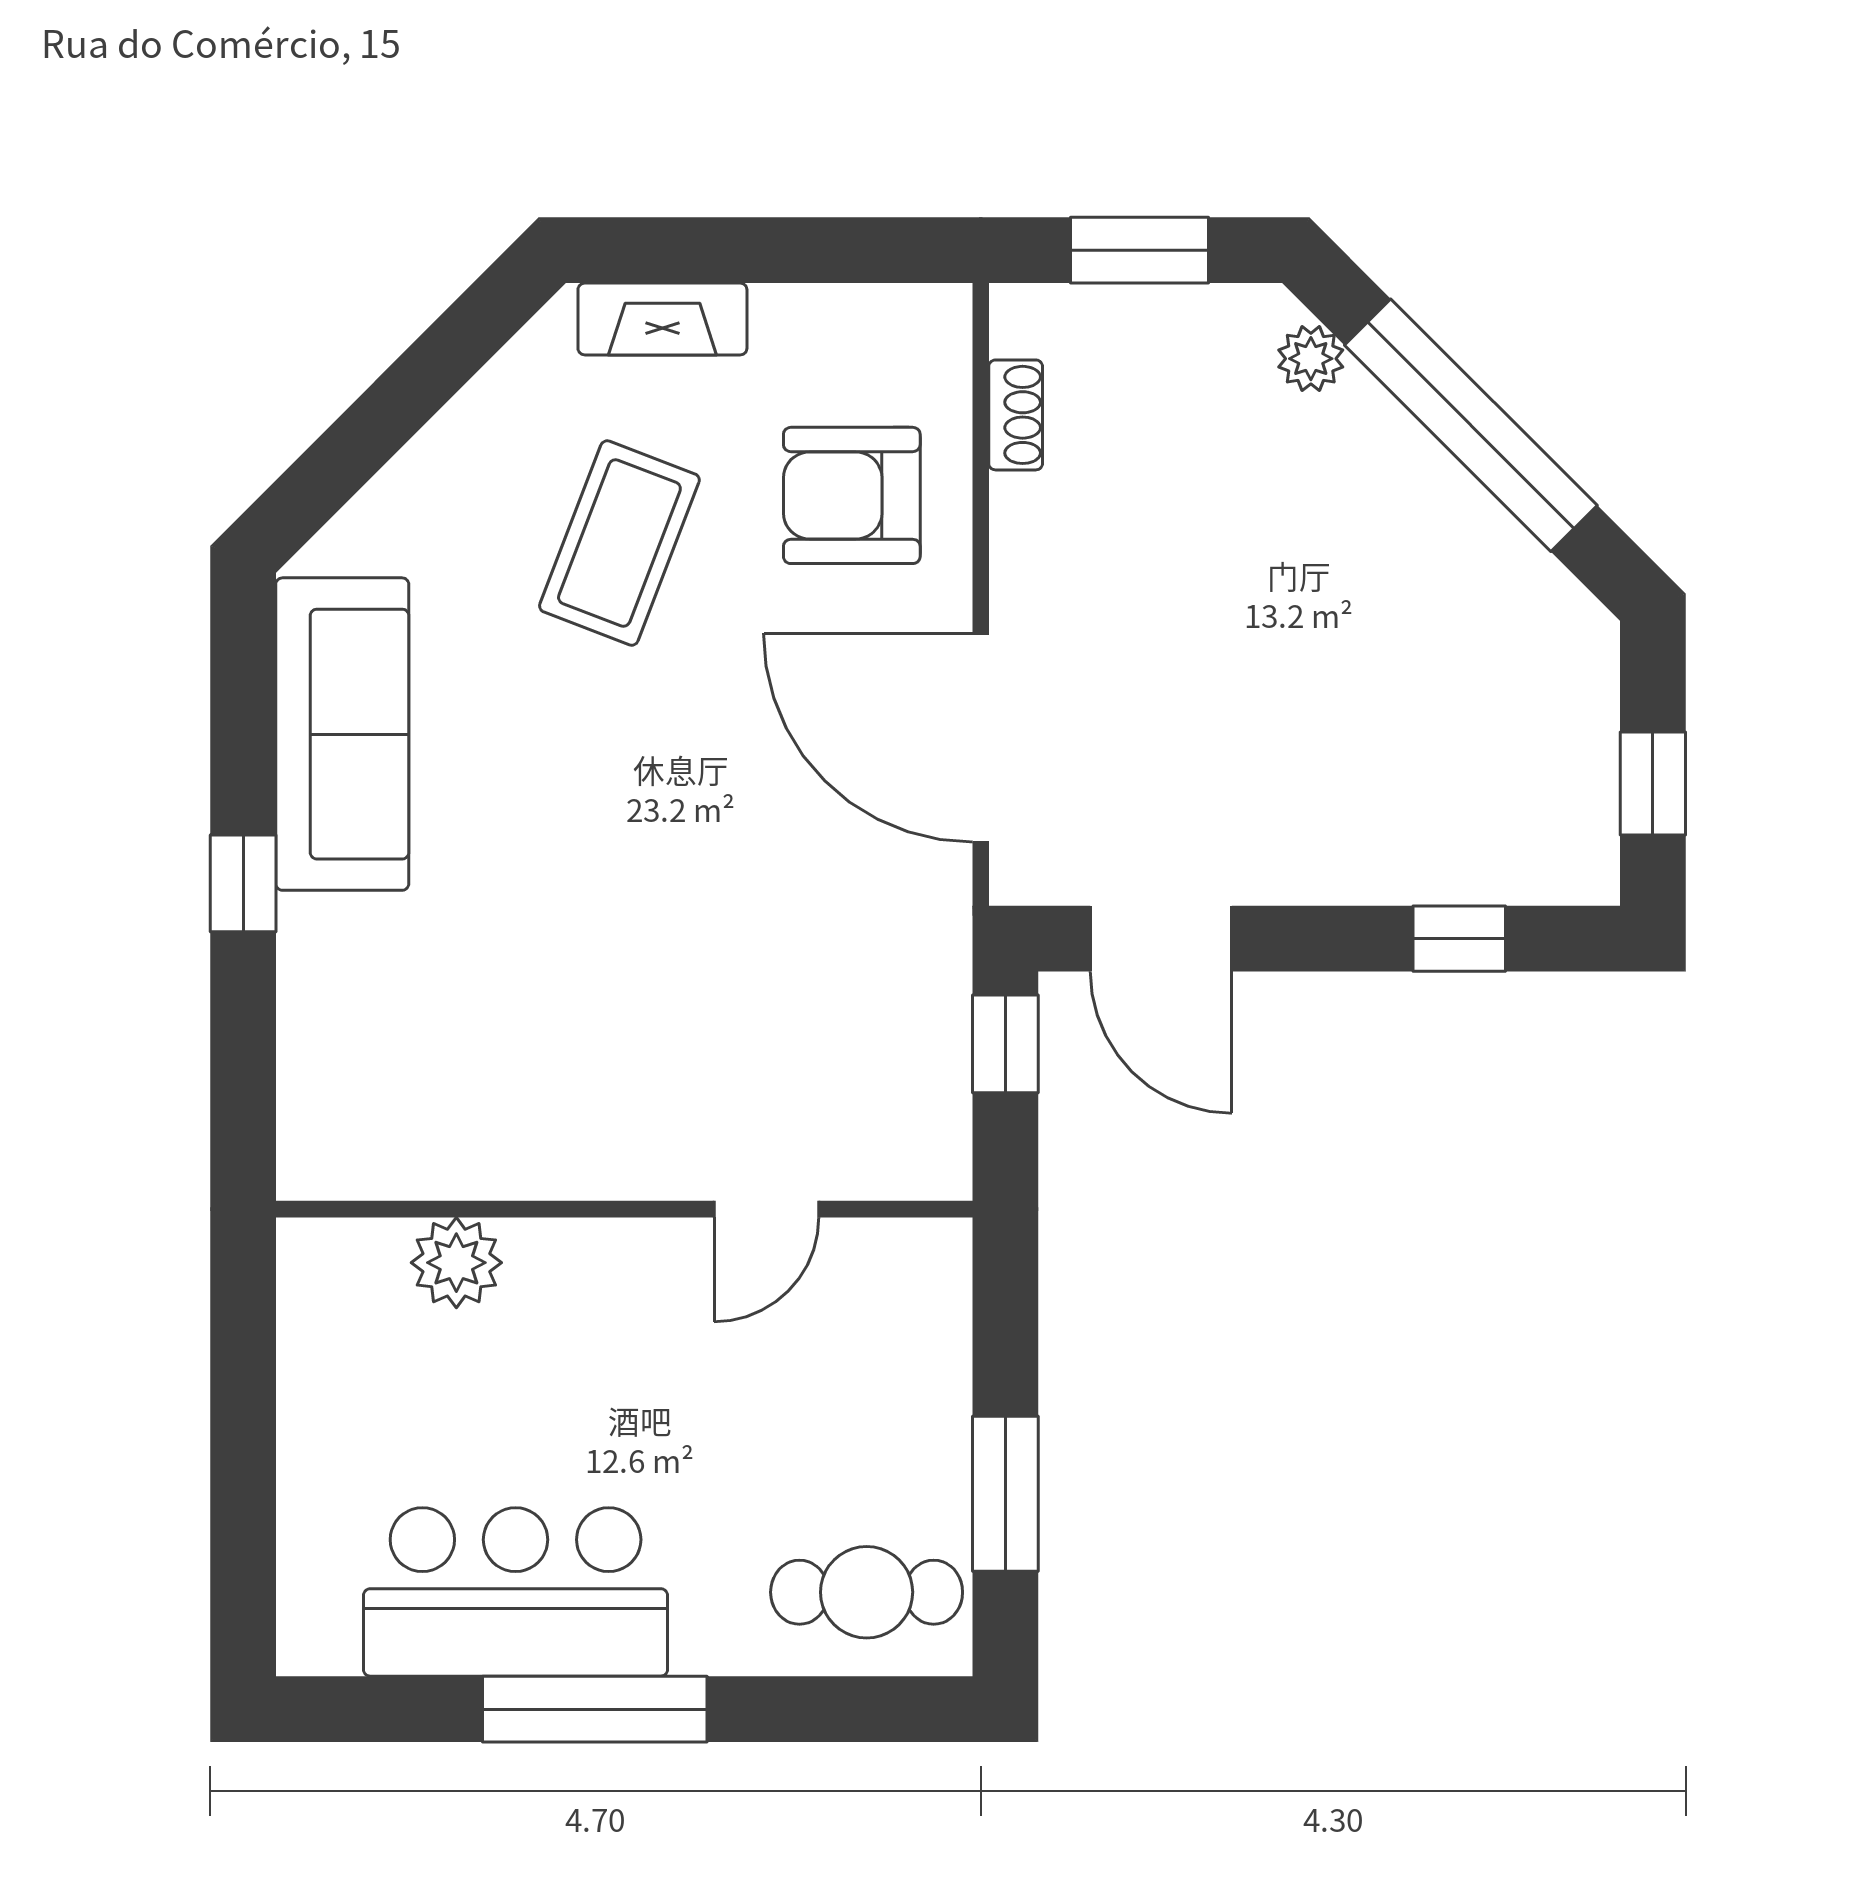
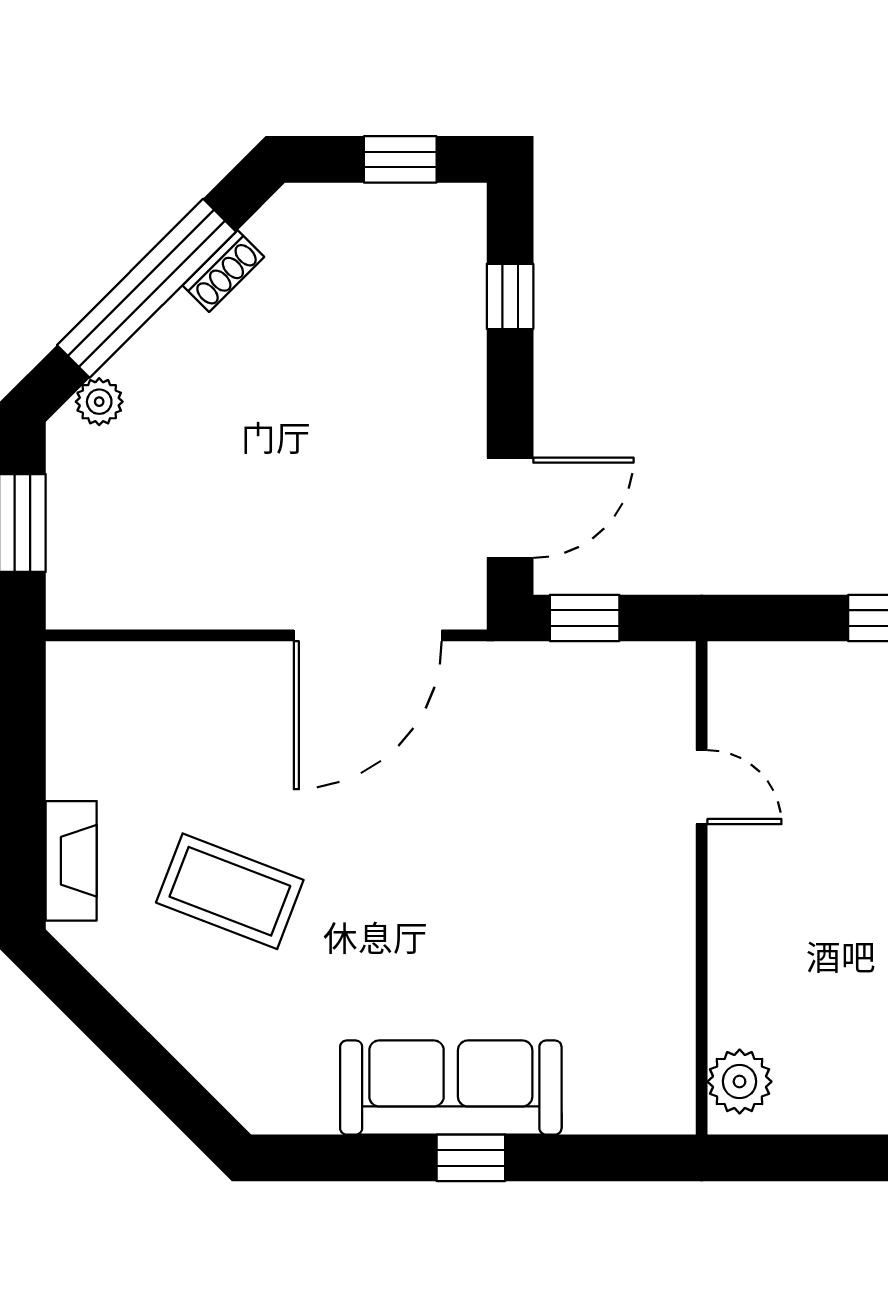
shoe rack: (1016, 415) -> (223, 271), moved, turned 135
armchair: (852, 495) -> (196, 727), removed
sofa: (342, 734) -> (451, 1088), moved
plant: (456, 1263) -> (740, 1082), moved

